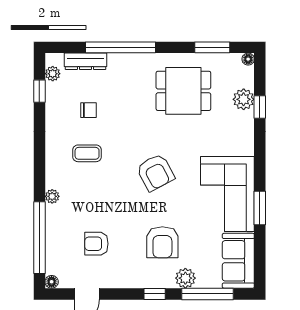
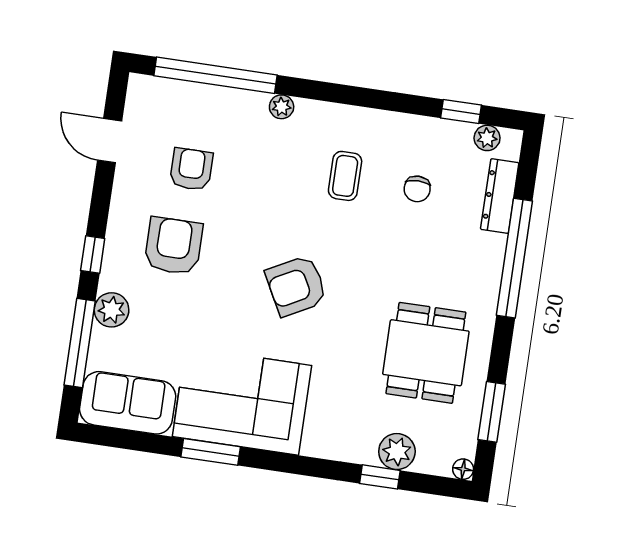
armchair: (162, 242) -> (173, 246), moved, turned 90
floor lamp: (52, 282) -> (139, 85), removed

